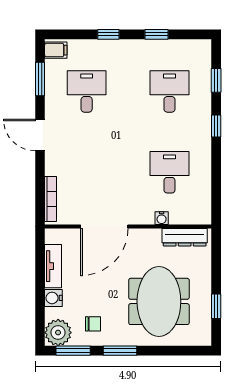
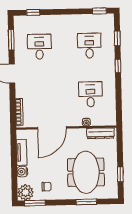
window: (108, 34) -> (33, 12), moved
window: (156, 34) -> (99, 11), moved
filing cabinet: (56, 50) -> (20, 22), removed
window: (120, 351) -> (86, 202), moved

